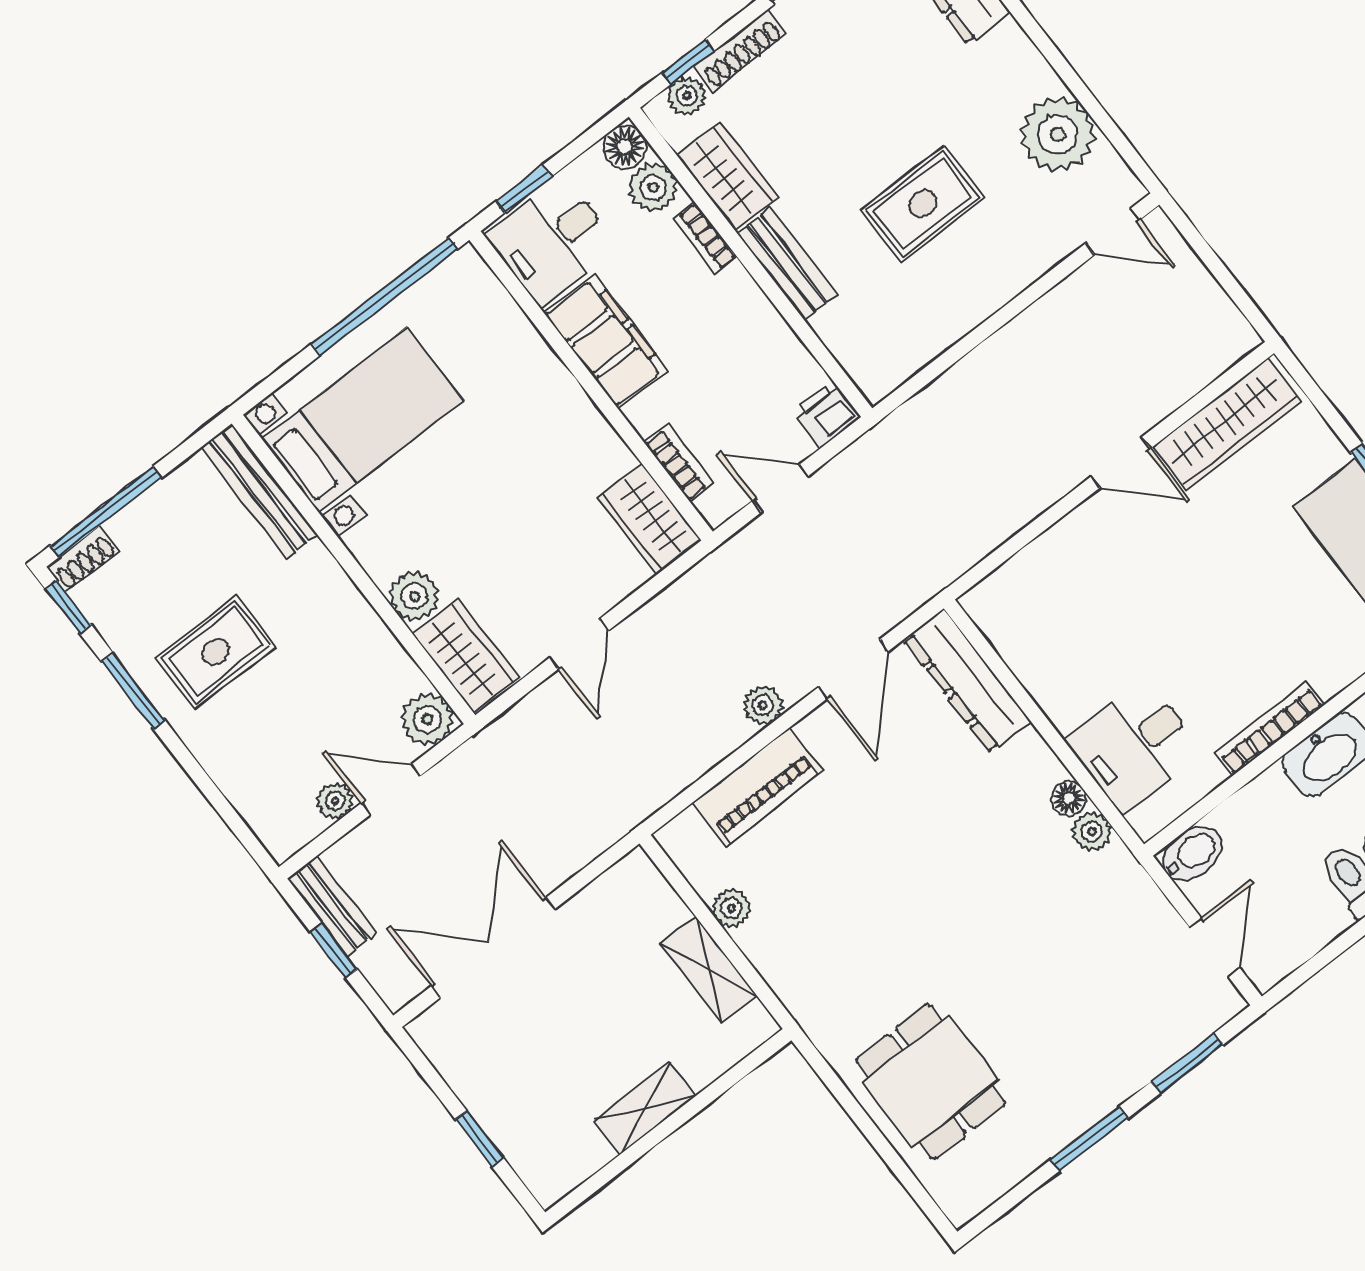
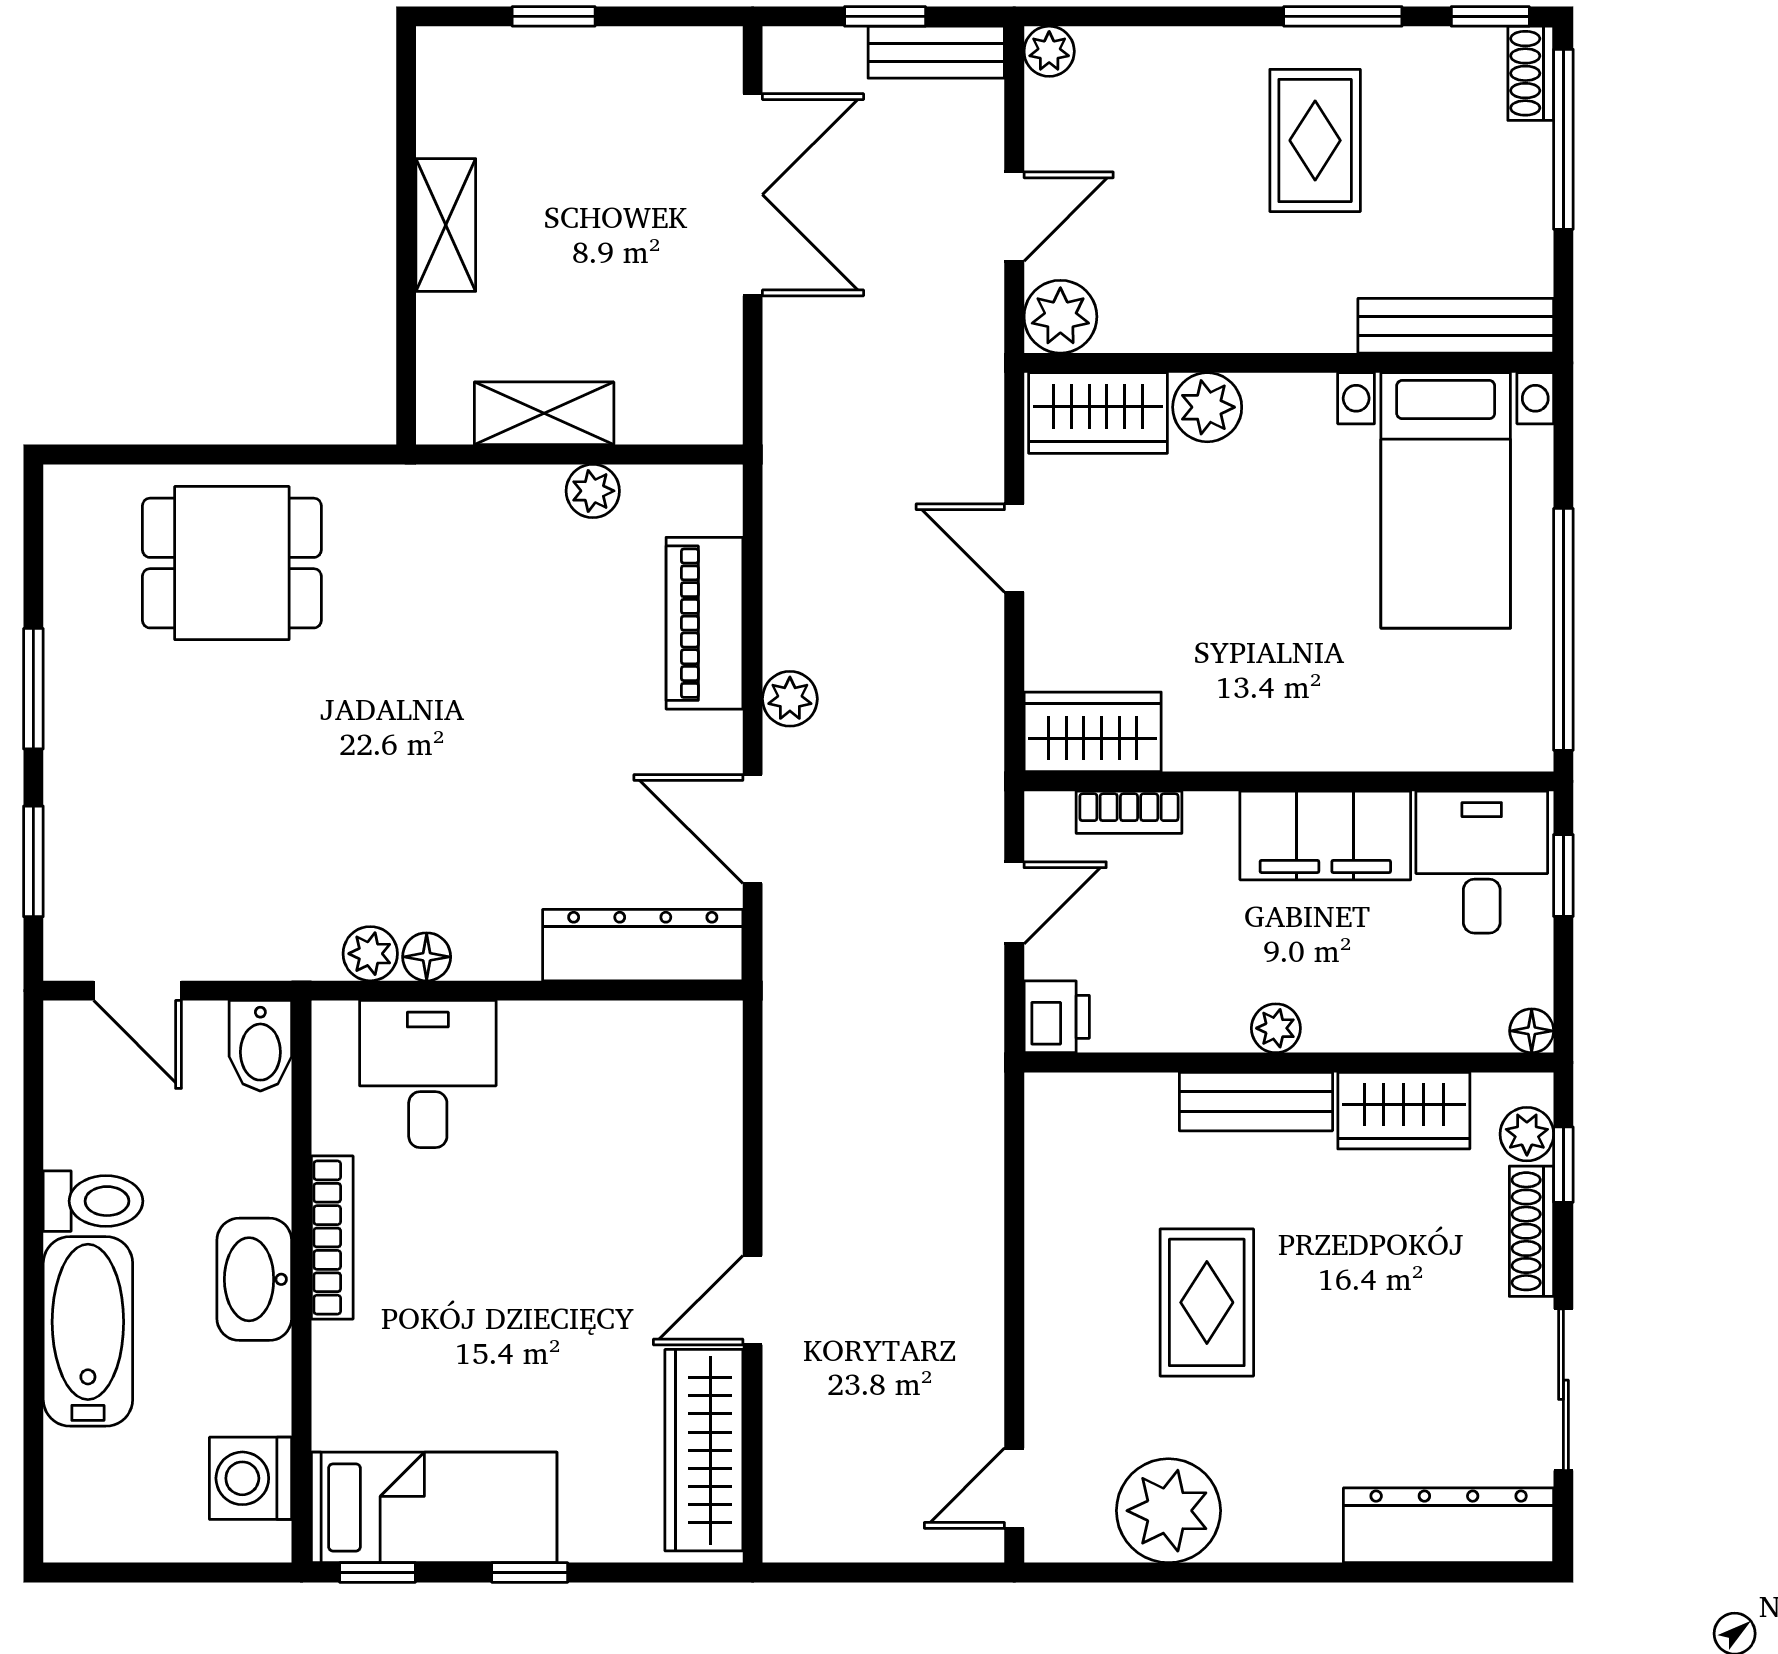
floor lamp: (625, 147) -> (1532, 1031), width x0.73, depth x0.73
plant: (653, 187) -> (1276, 1028), moved, width x0.73, depth x0.73
bookcase: (705, 238) -> (1355, 1033), removed
plant: (335, 801) -> (1049, 51), moved

